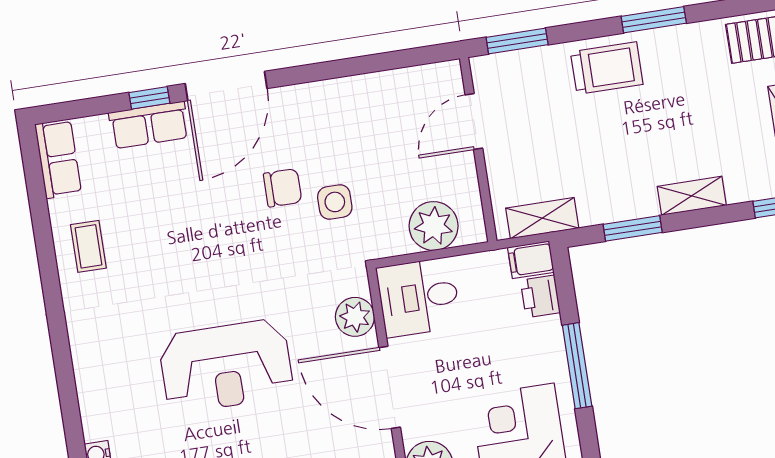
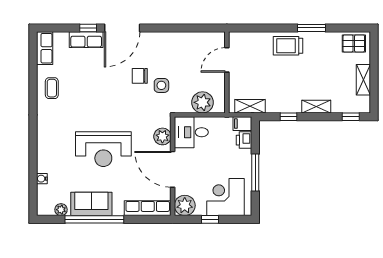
window: (517, 41) -> (251, 28), removed
trolley: (607, 68) -> (288, 46), turned 180
chair: (283, 188) -> (140, 76), turned 180
window: (633, 228) -> (288, 117), width x0.67

